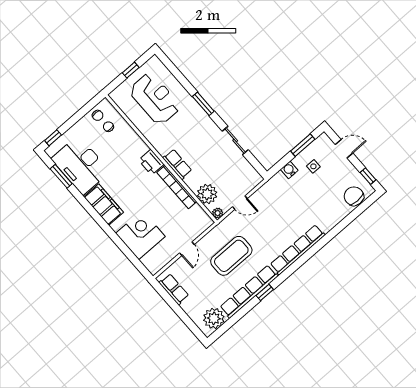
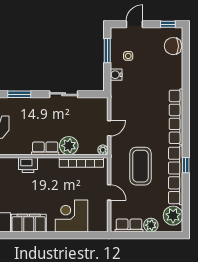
bookcase: (177, 187) -> (81, 162), moved
plant: (207, 194) -> (69, 146), moved
plant: (190, 307) -> (151, 225), added

